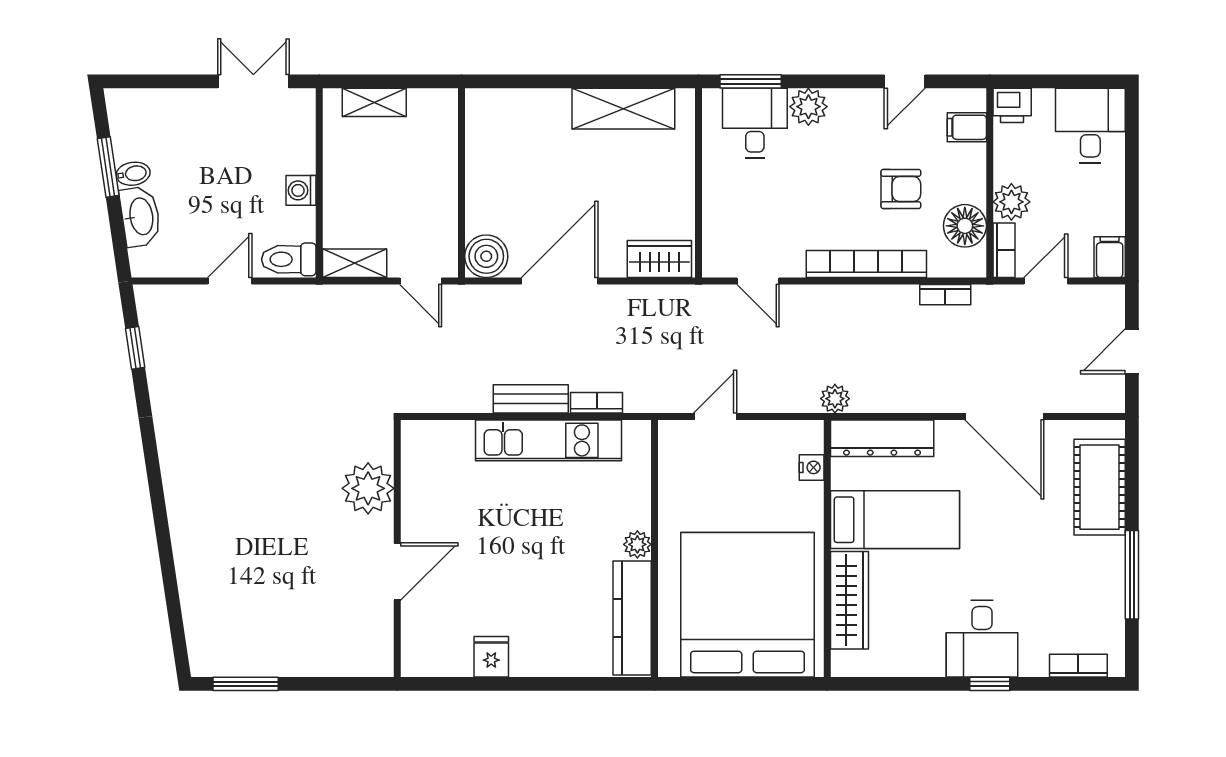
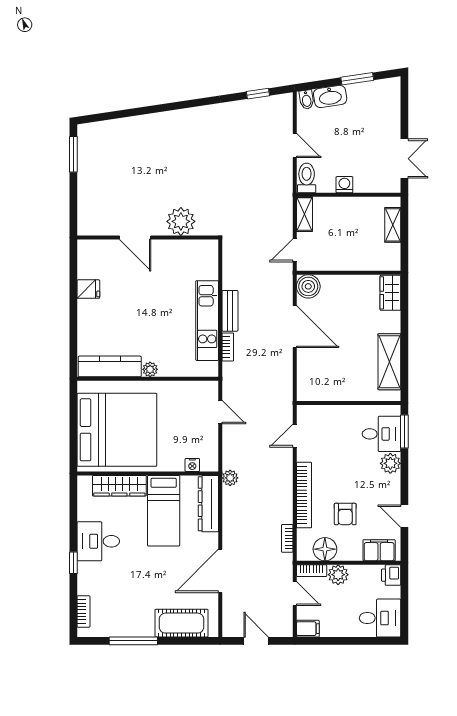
filing cabinet: (967, 127) -> (379, 550), width x2.00
bidet: (133, 174) -> (306, 100), moved
wardrobe: (659, 259) -> (390, 293), moved, turned 180
desk: (982, 639) -> (98, 541), moved

